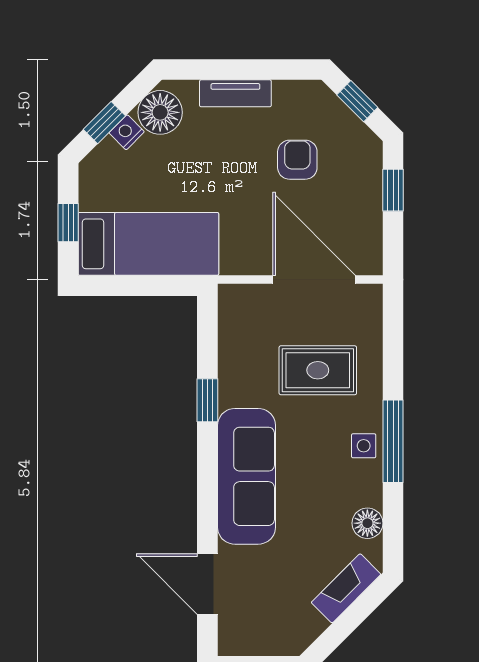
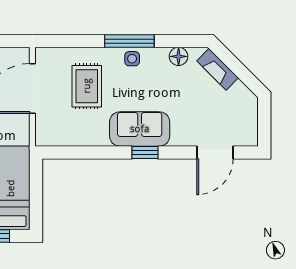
window: (207, 400) -> (145, 152), moved
sofa: (247, 476) -> (140, 129), width x0.73

